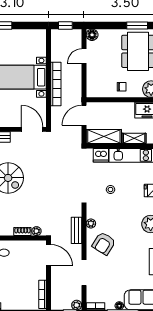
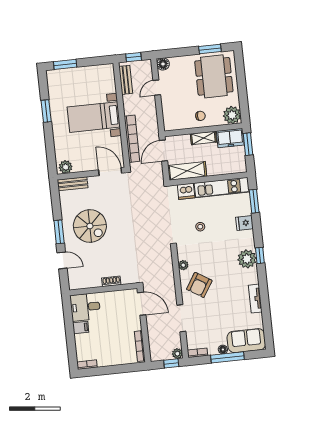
bookcase: (56, 84) -> (132, 139), moved
shelving: (134, 138) -> (203, 138), moved
bench: (76, 230) -> (126, 80), moved
plant: (36, 231) -> (126, 279), removed

